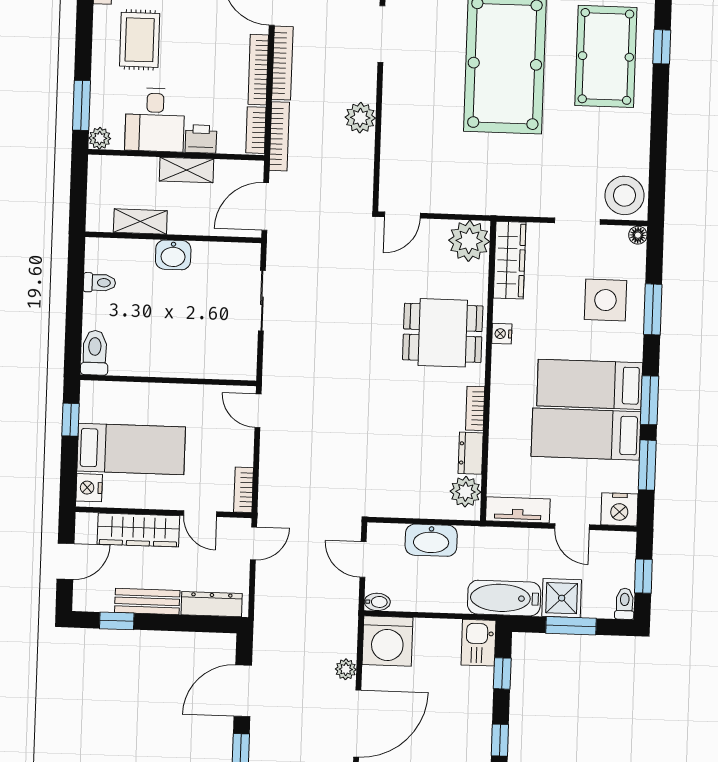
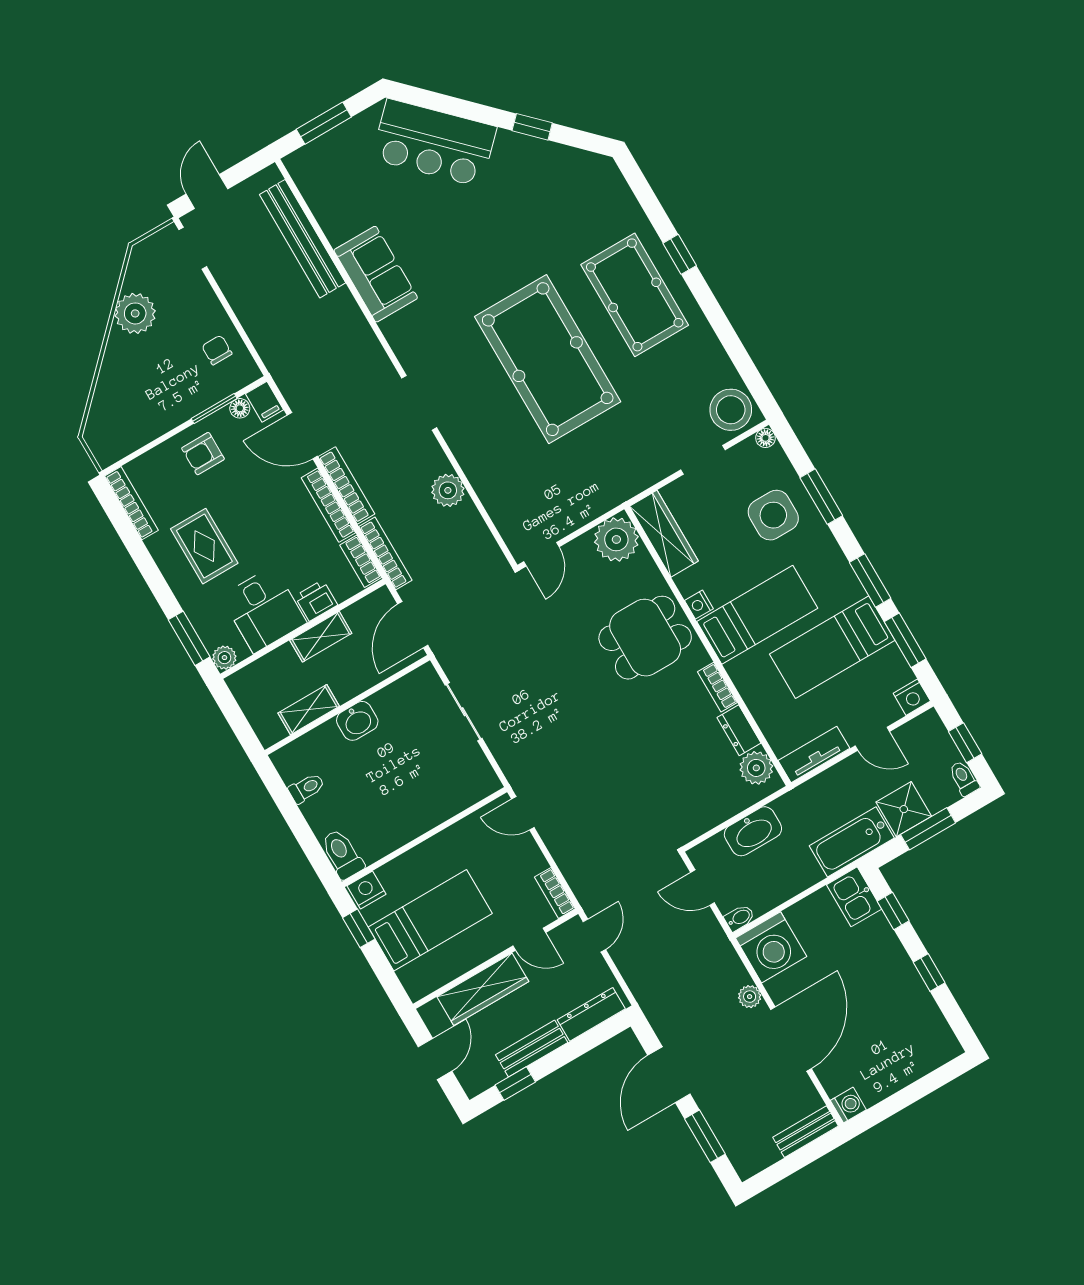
bed: (590, 384) -> (757, 615), moved, turned 180
nightstand: (89, 488) -> (367, 890), moved, turned 90
nightstand: (619, 509) -> (912, 697), width x0.74, depth x0.75

